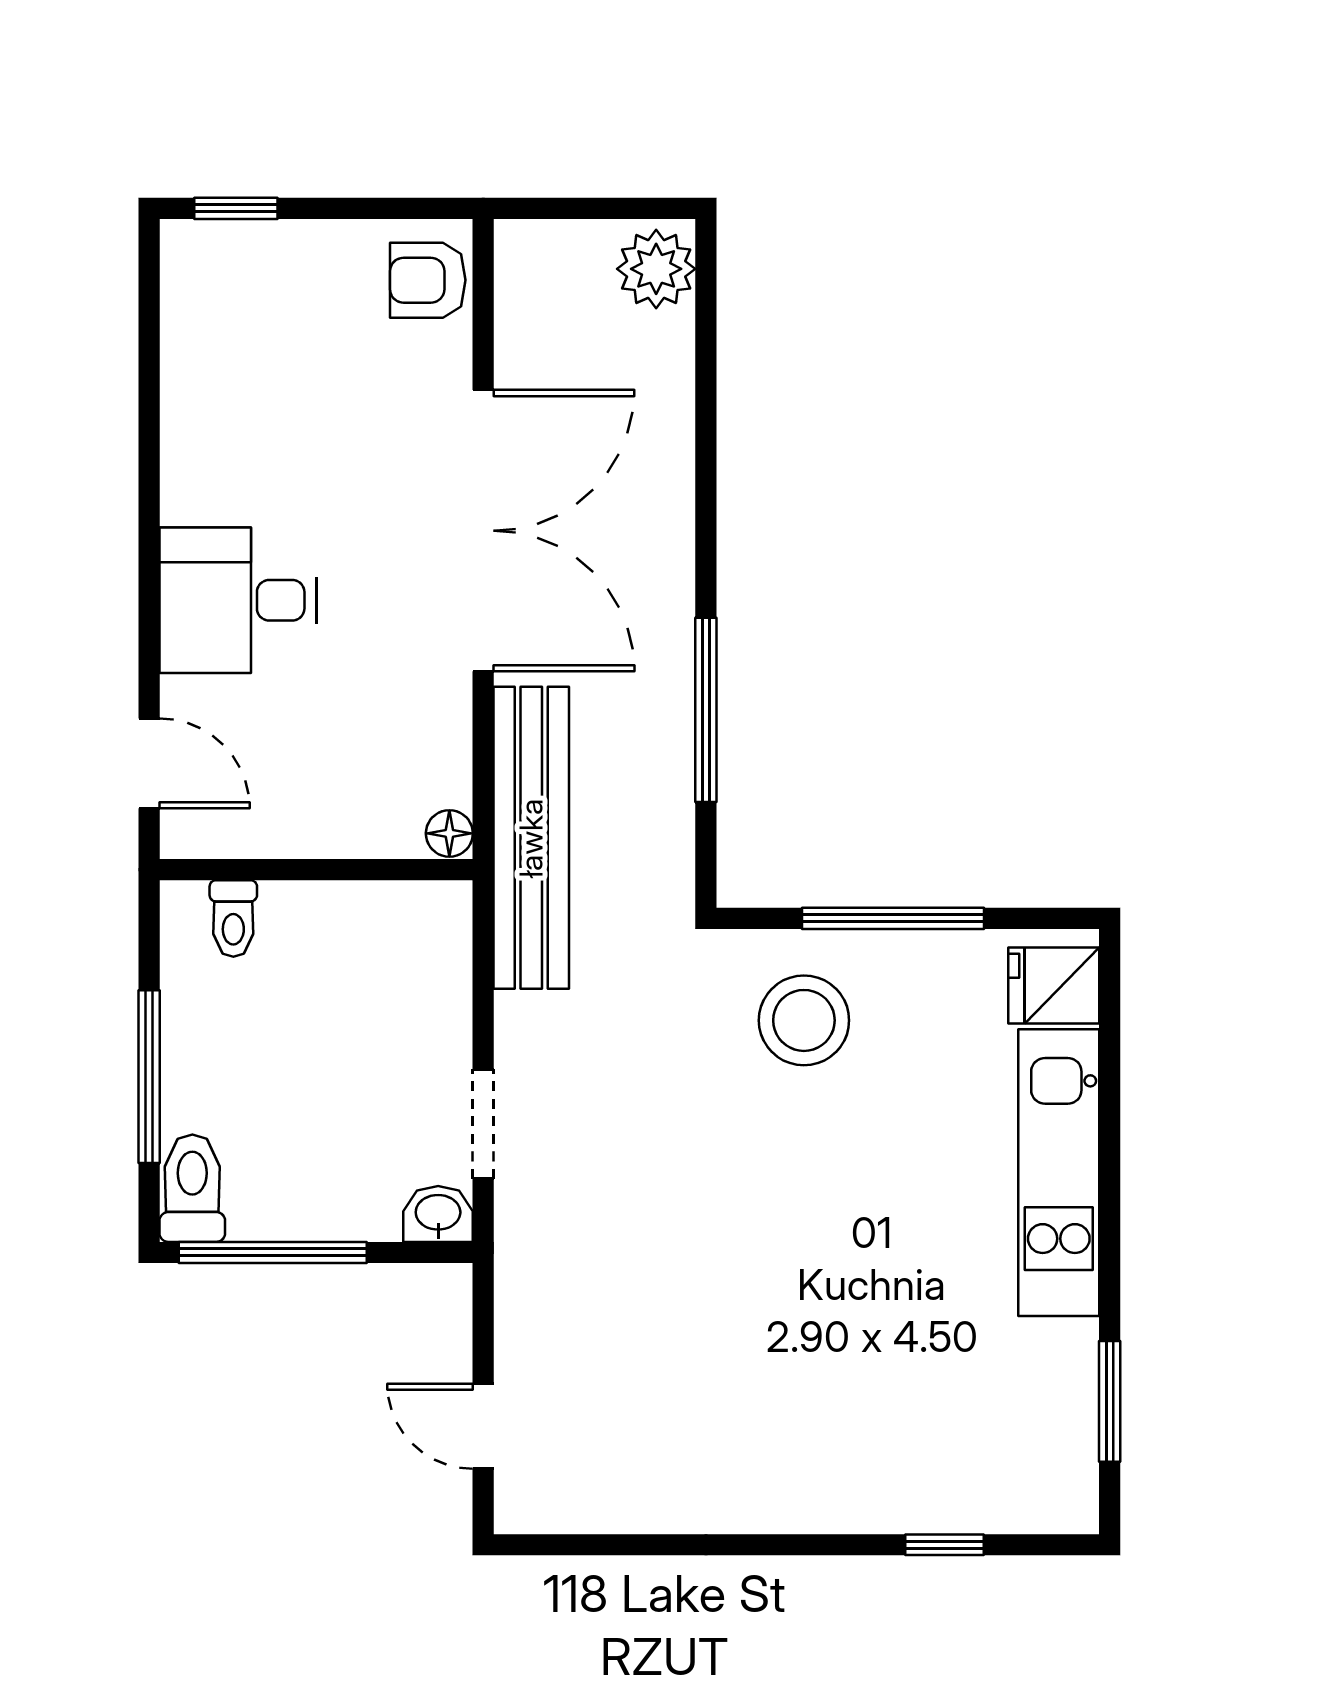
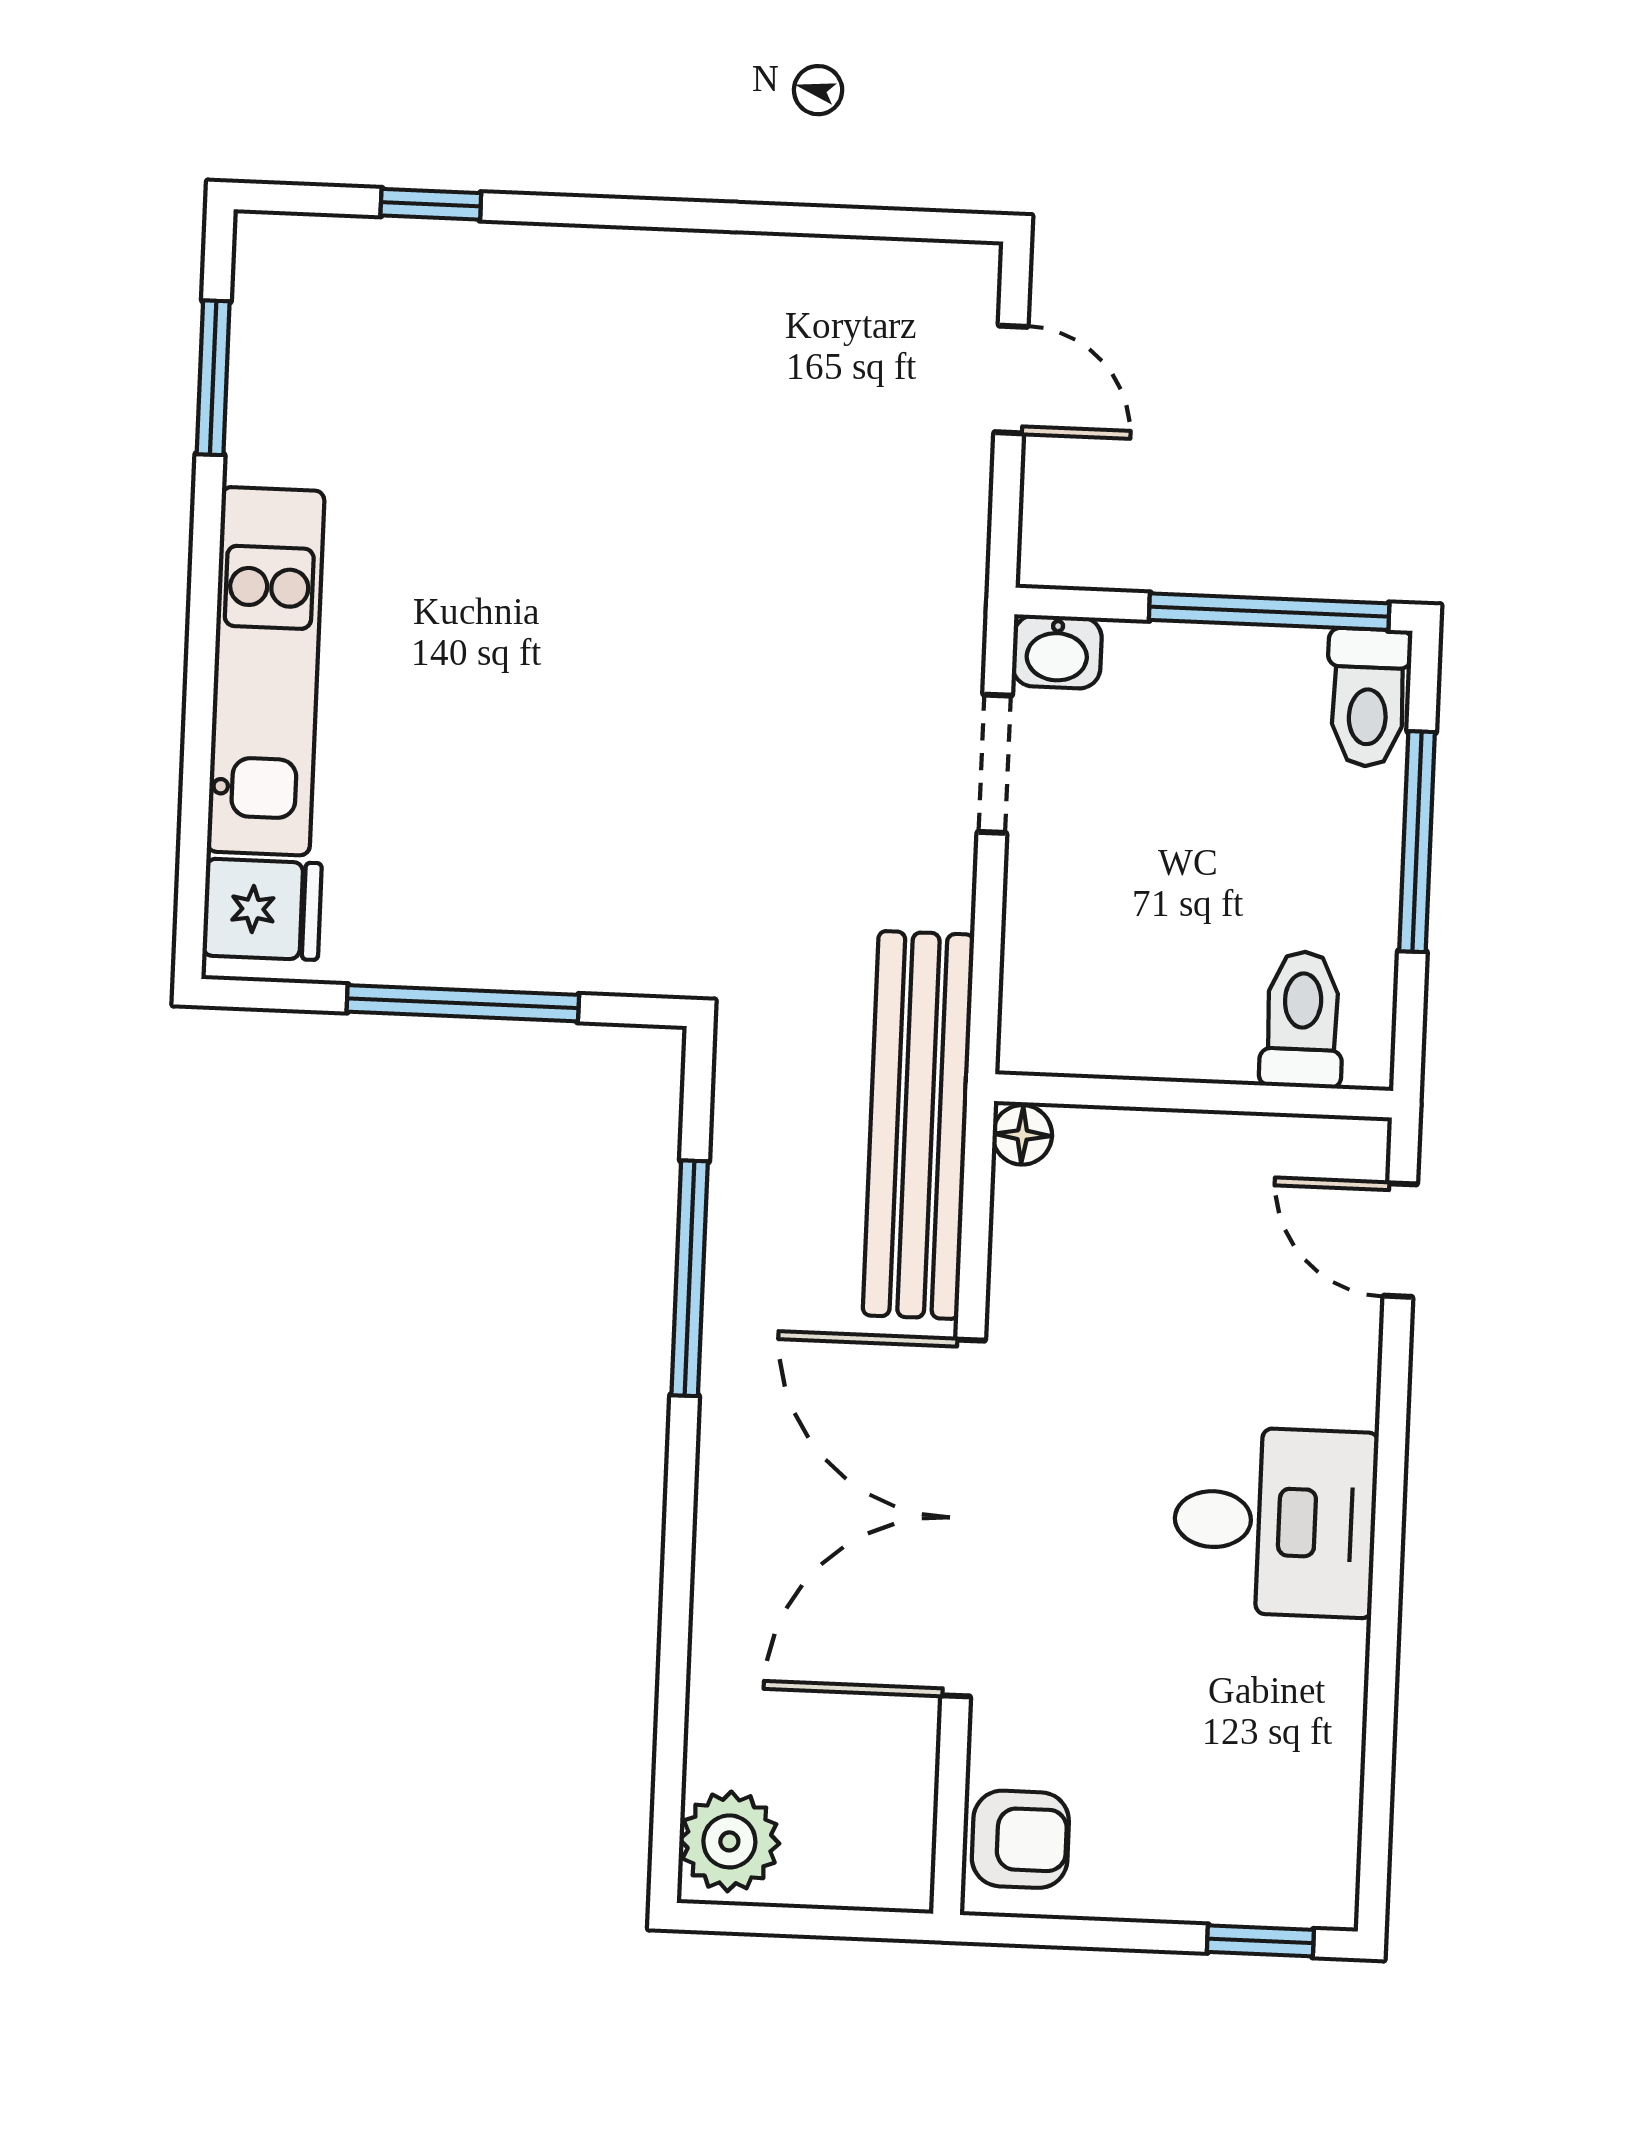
desk: (238, 600) -> (1275, 1522), moved
toilet: (233, 918) -> (1302, 1019), width x1.37, depth x1.39
stool: (804, 1020) -> (581, 878), removed

